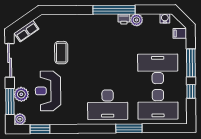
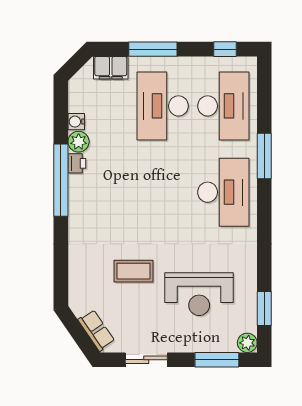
water cooler: (165, 18) -> (76, 122), moved
filing cabinet: (180, 33) -> (111, 68), width x2.00
sliding door: (10, 60) -> (146, 360), width x0.73
window: (191, 91) -> (225, 49), moved
plant: (21, 94) -> (205, 340), removed

